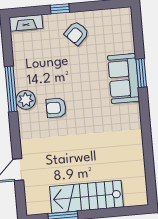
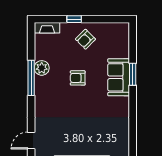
plant: (26, 100) -> (42, 68), moved
armchair: (56, 108) -> (78, 78), moved

